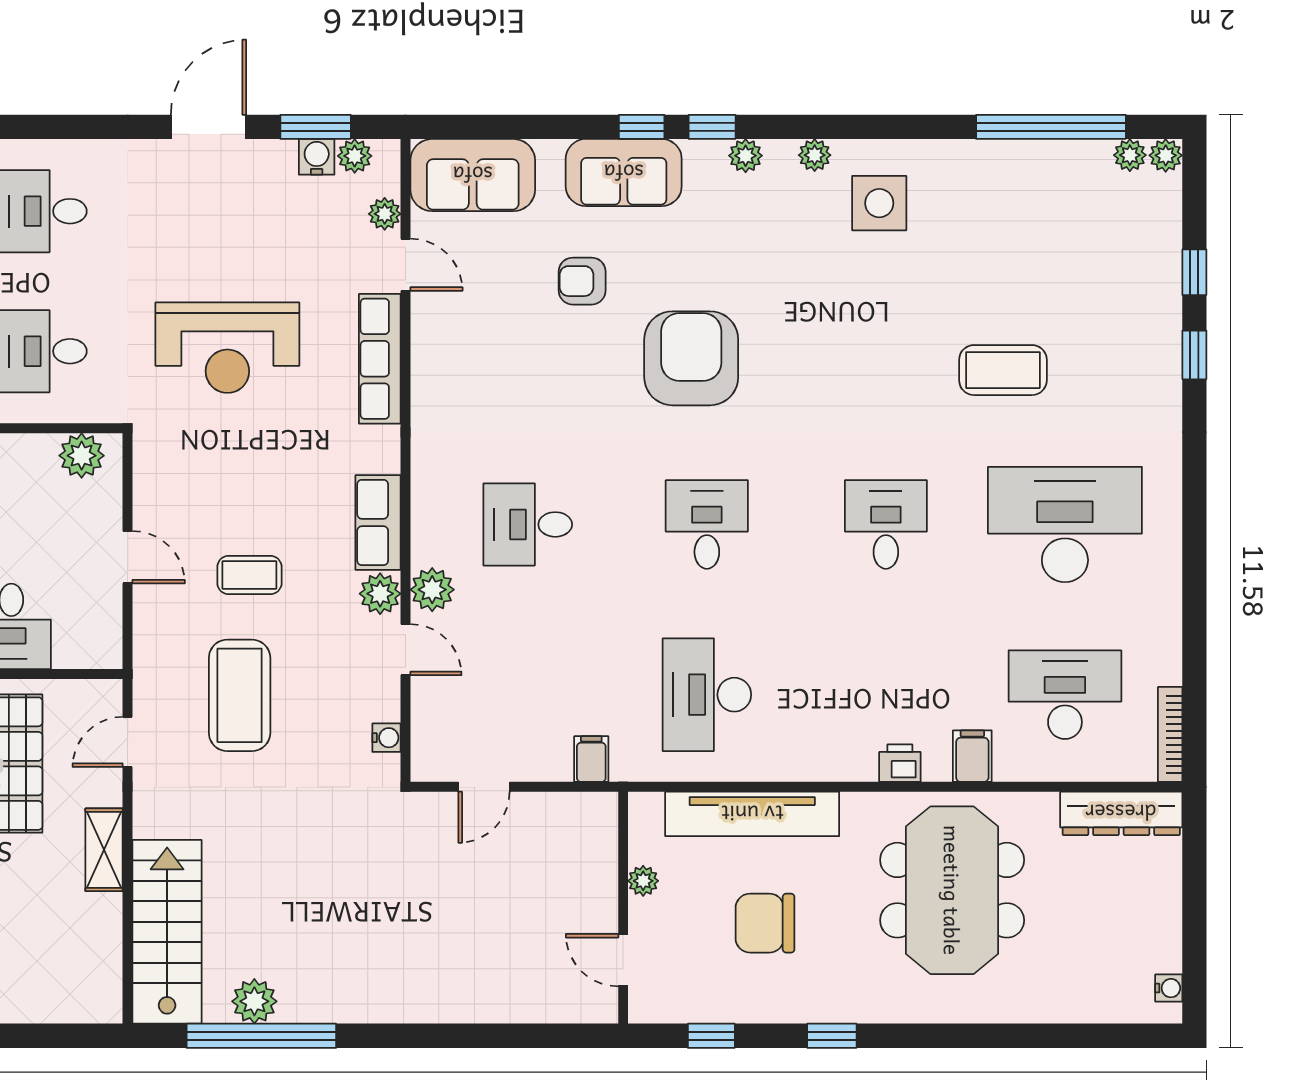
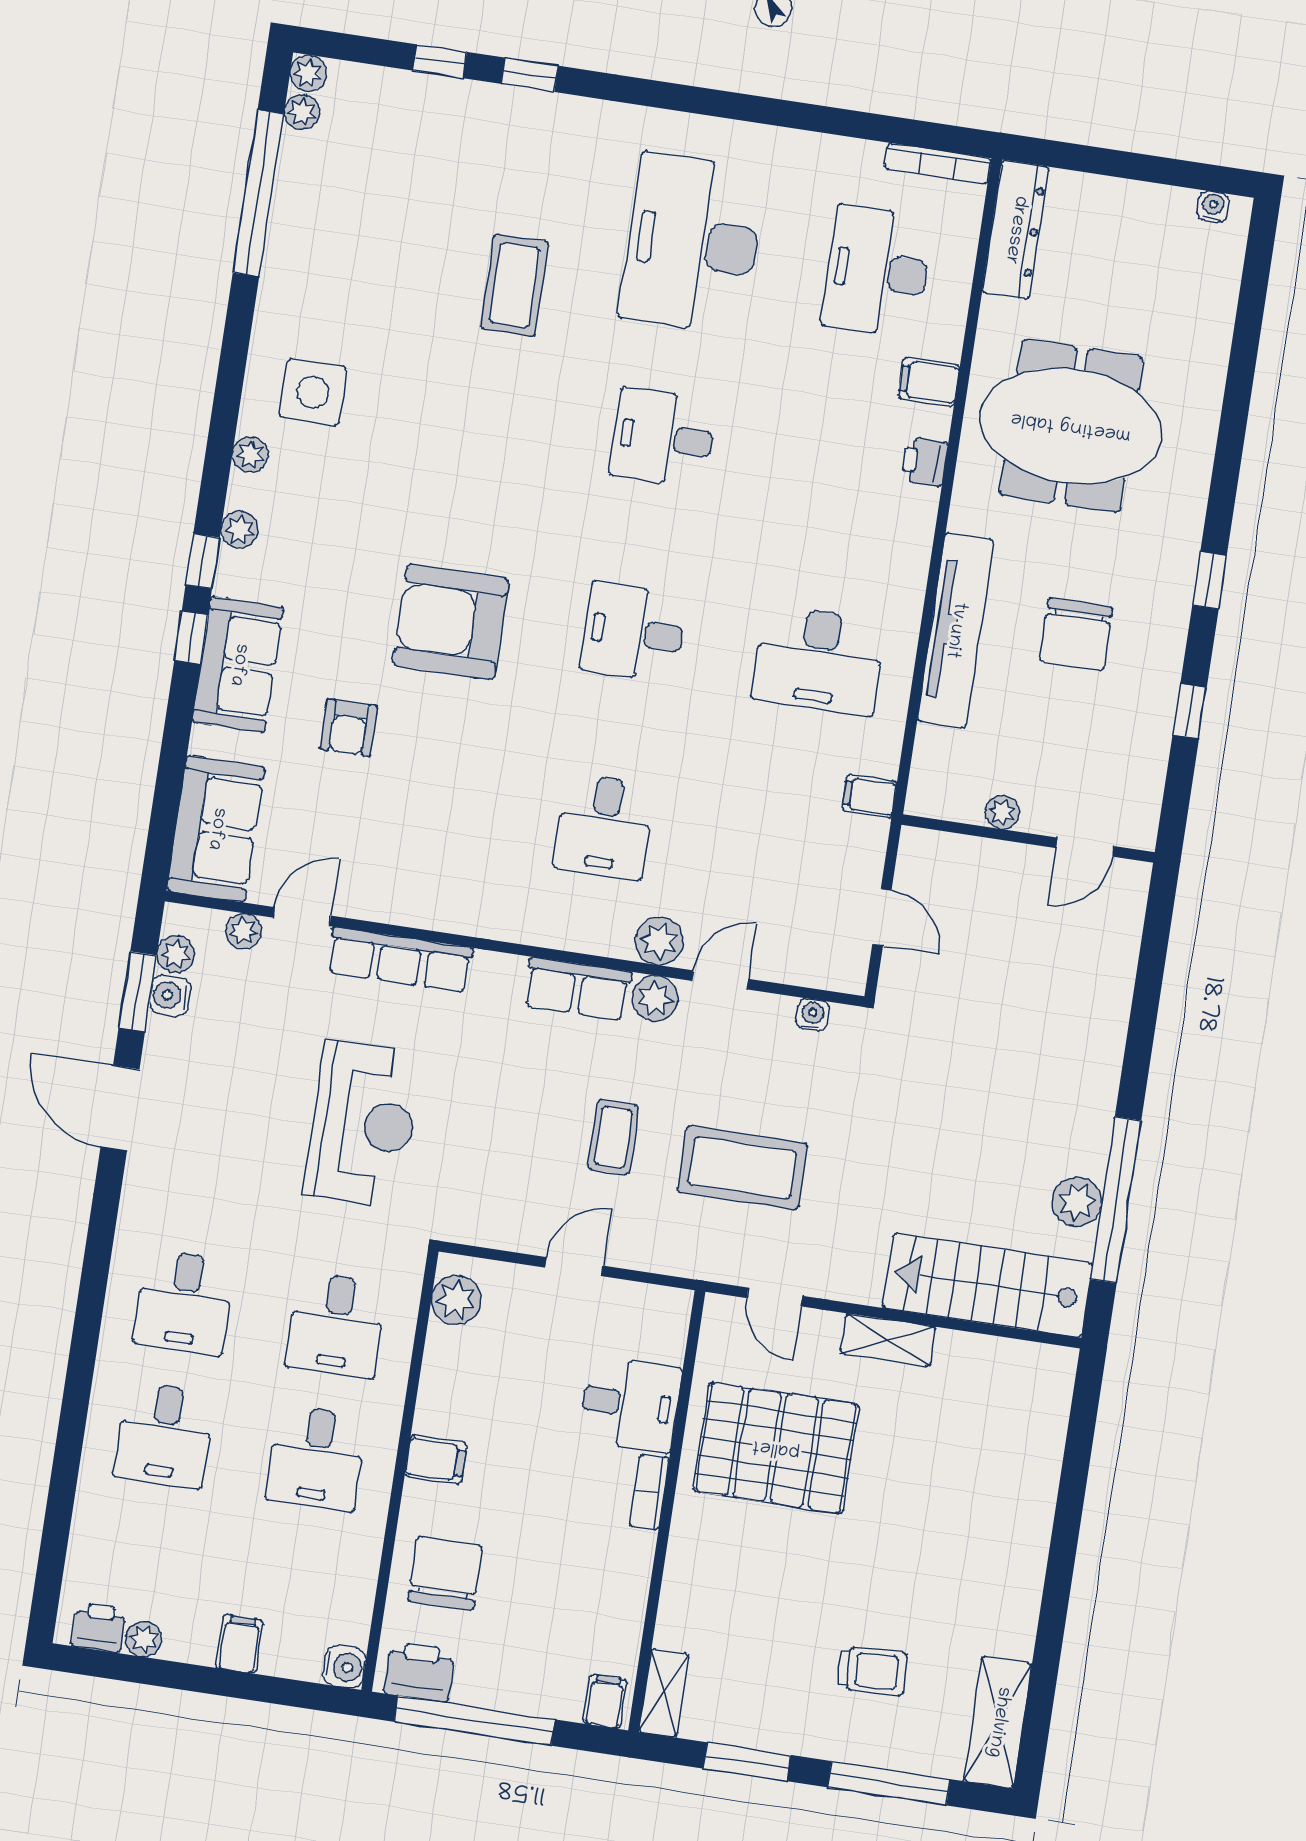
plant: (643, 881) -> (1002, 812), moved
wall: (623, 908) -> (1028, 839), moved
door: (623, 960) -> (1085, 847), moved

